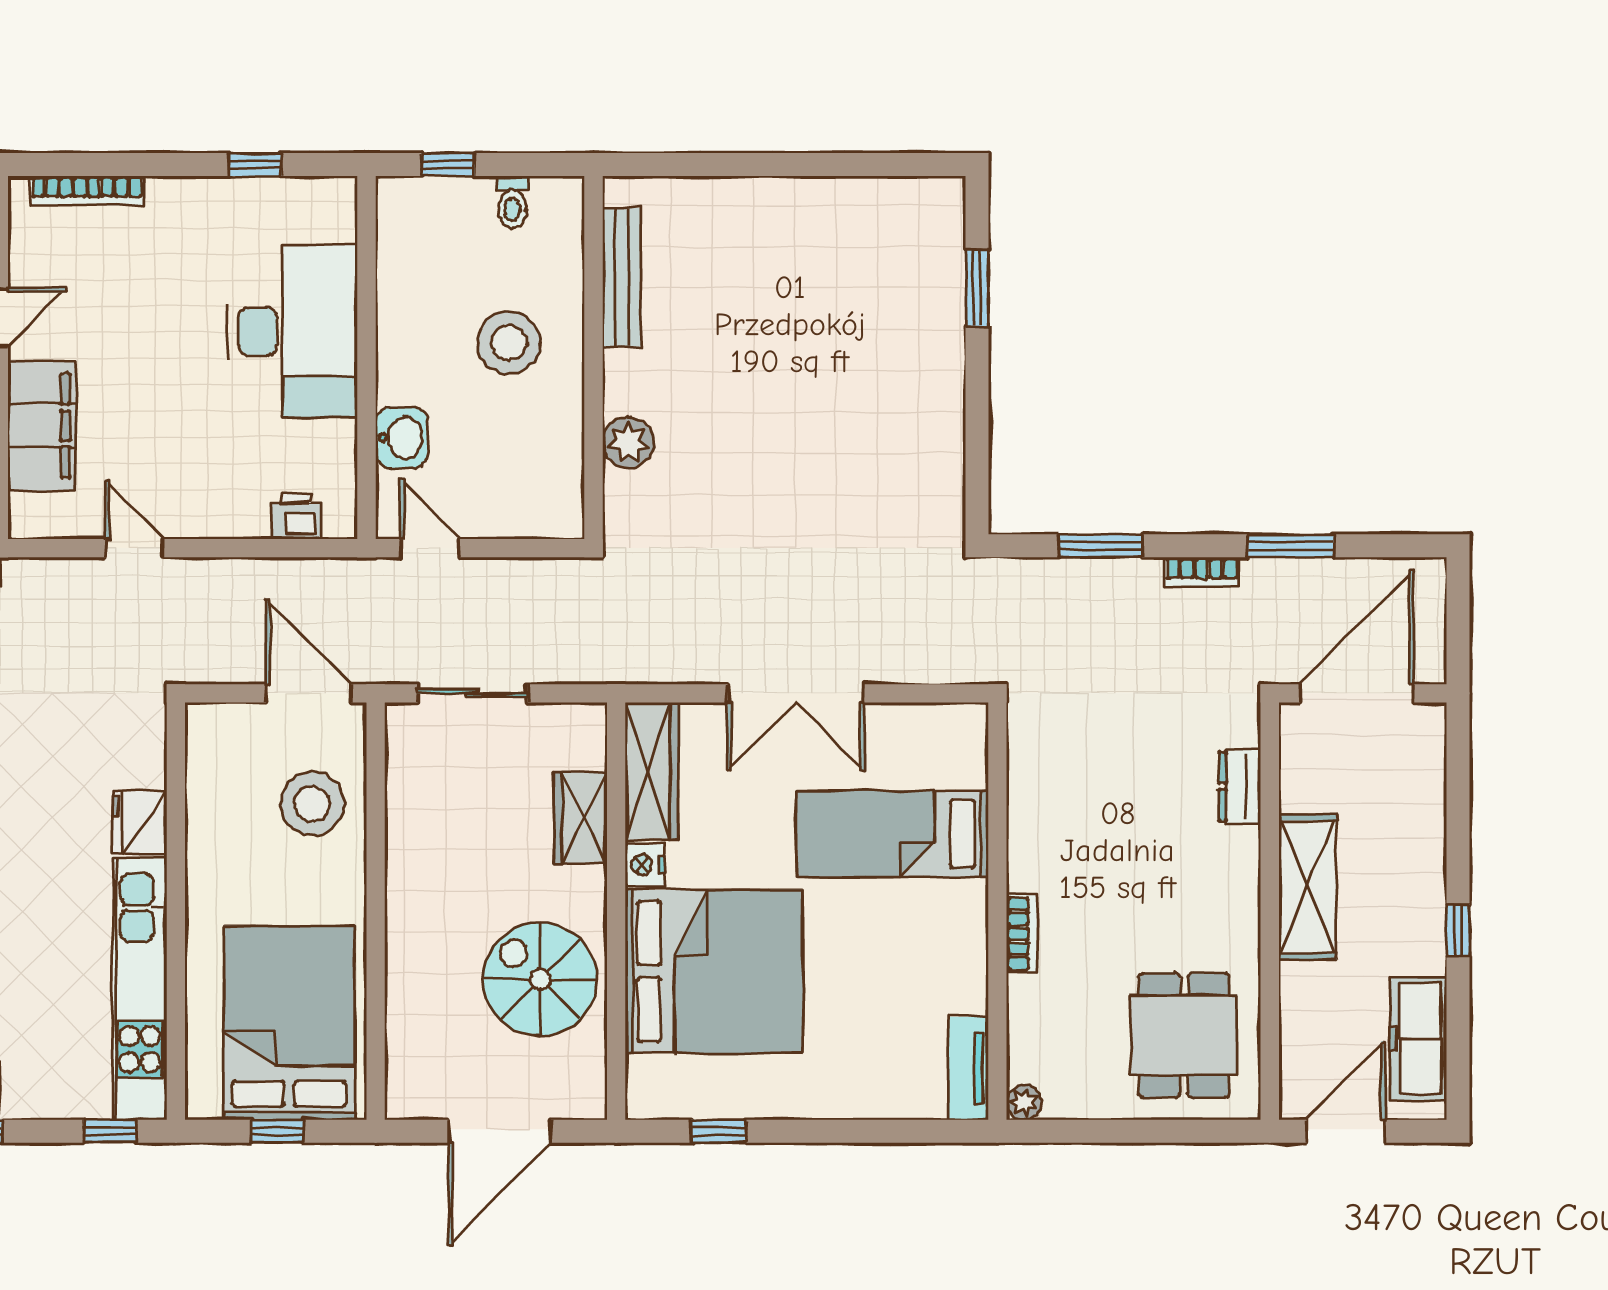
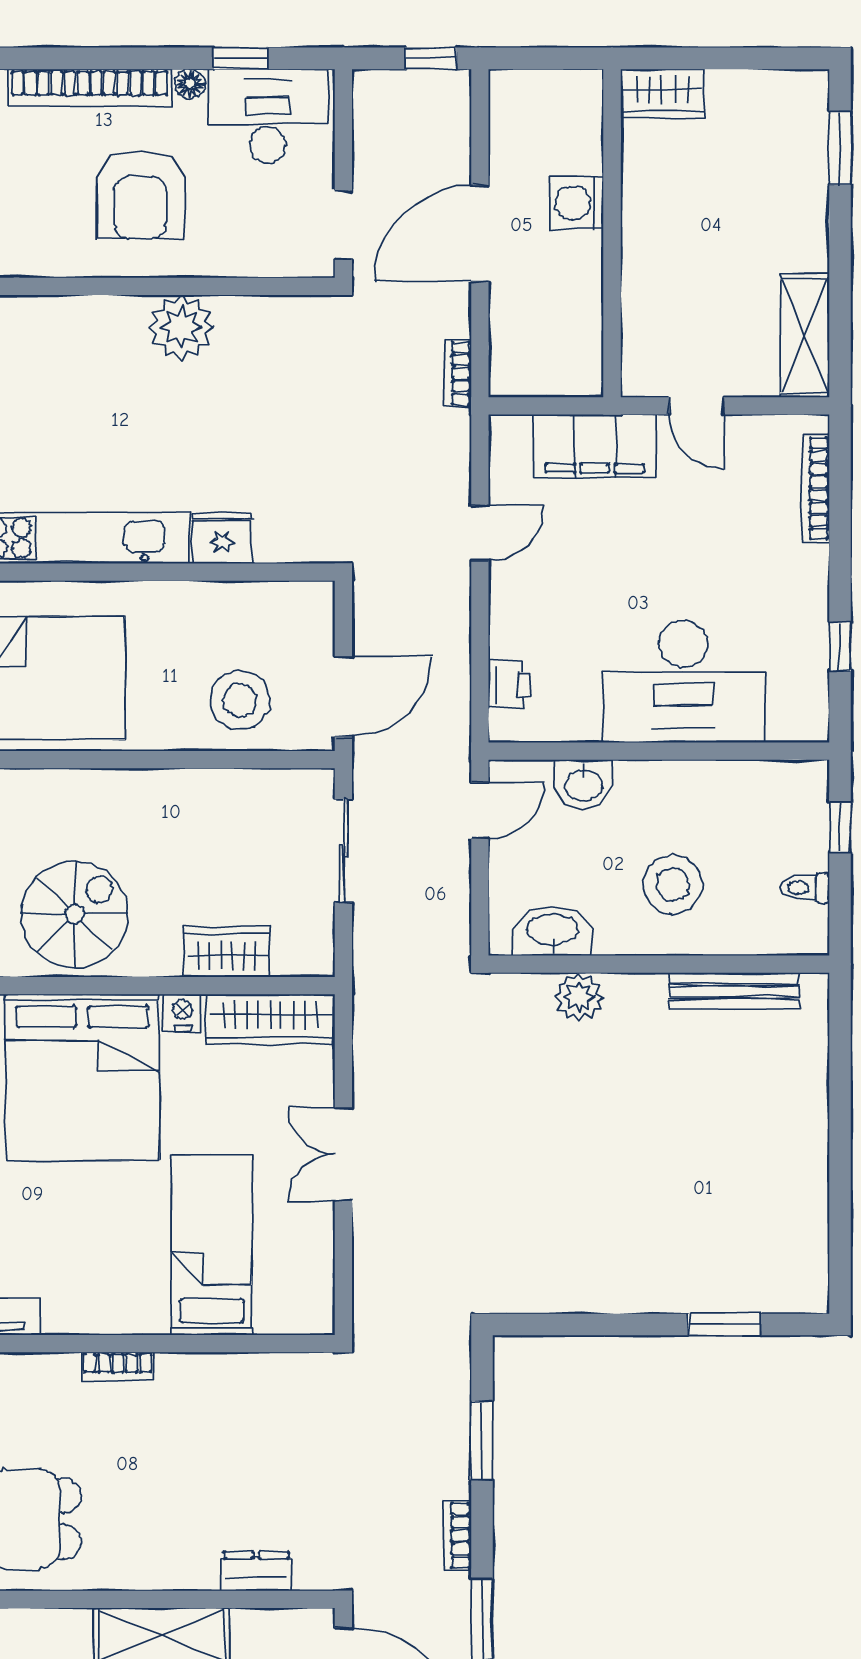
washbasin: (558, 471) -> (553, 931), added
double door: (796, 693) -> (343, 1154), width x0.73

